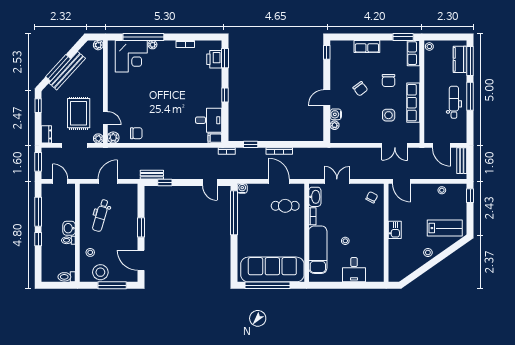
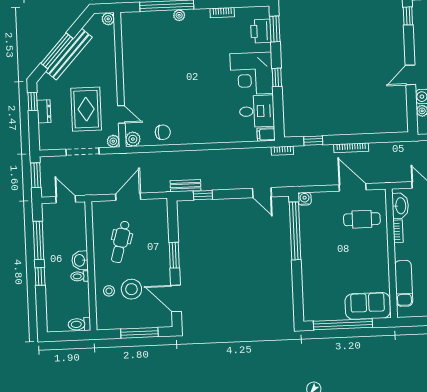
corner desk: (131, 56) -> (251, 74), moved, turned 90
dresser: (46, 134) -> (44, 111), moved
exam couch: (318, 250) -> (404, 283), width x0.73, depth x0.69
sofa: (272, 269) -> (368, 306), width x0.54, depth x0.79
stool: (100, 272) -> (131, 289), moved

